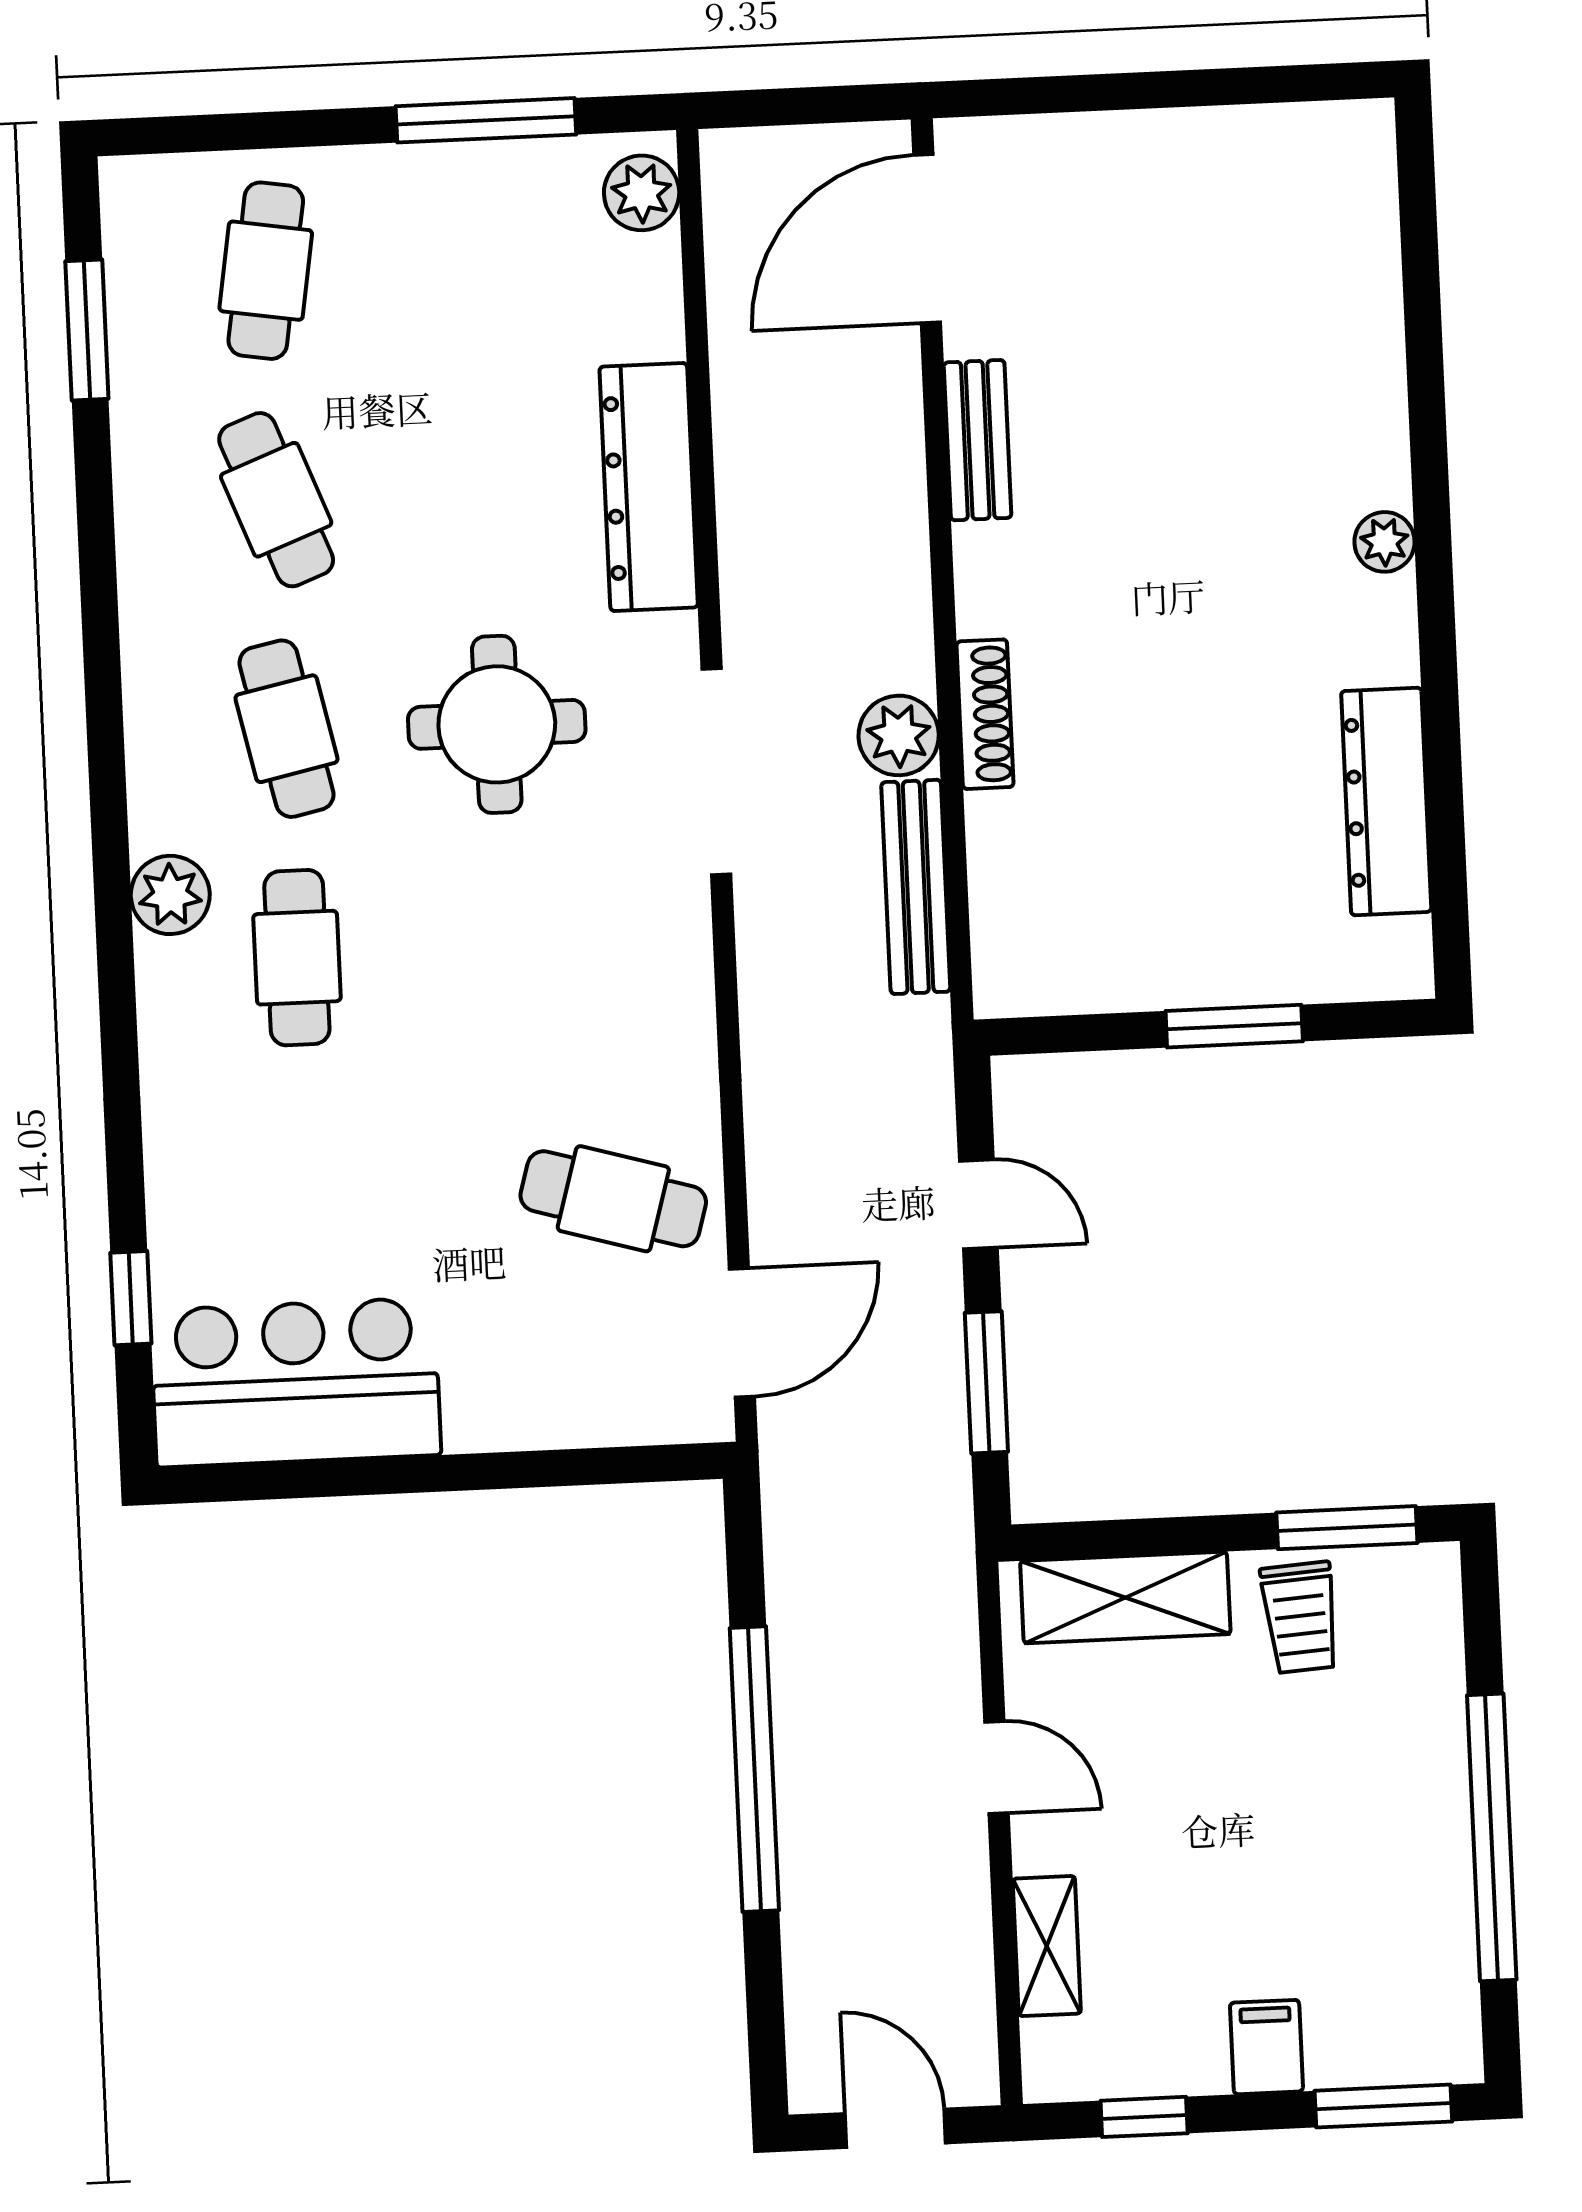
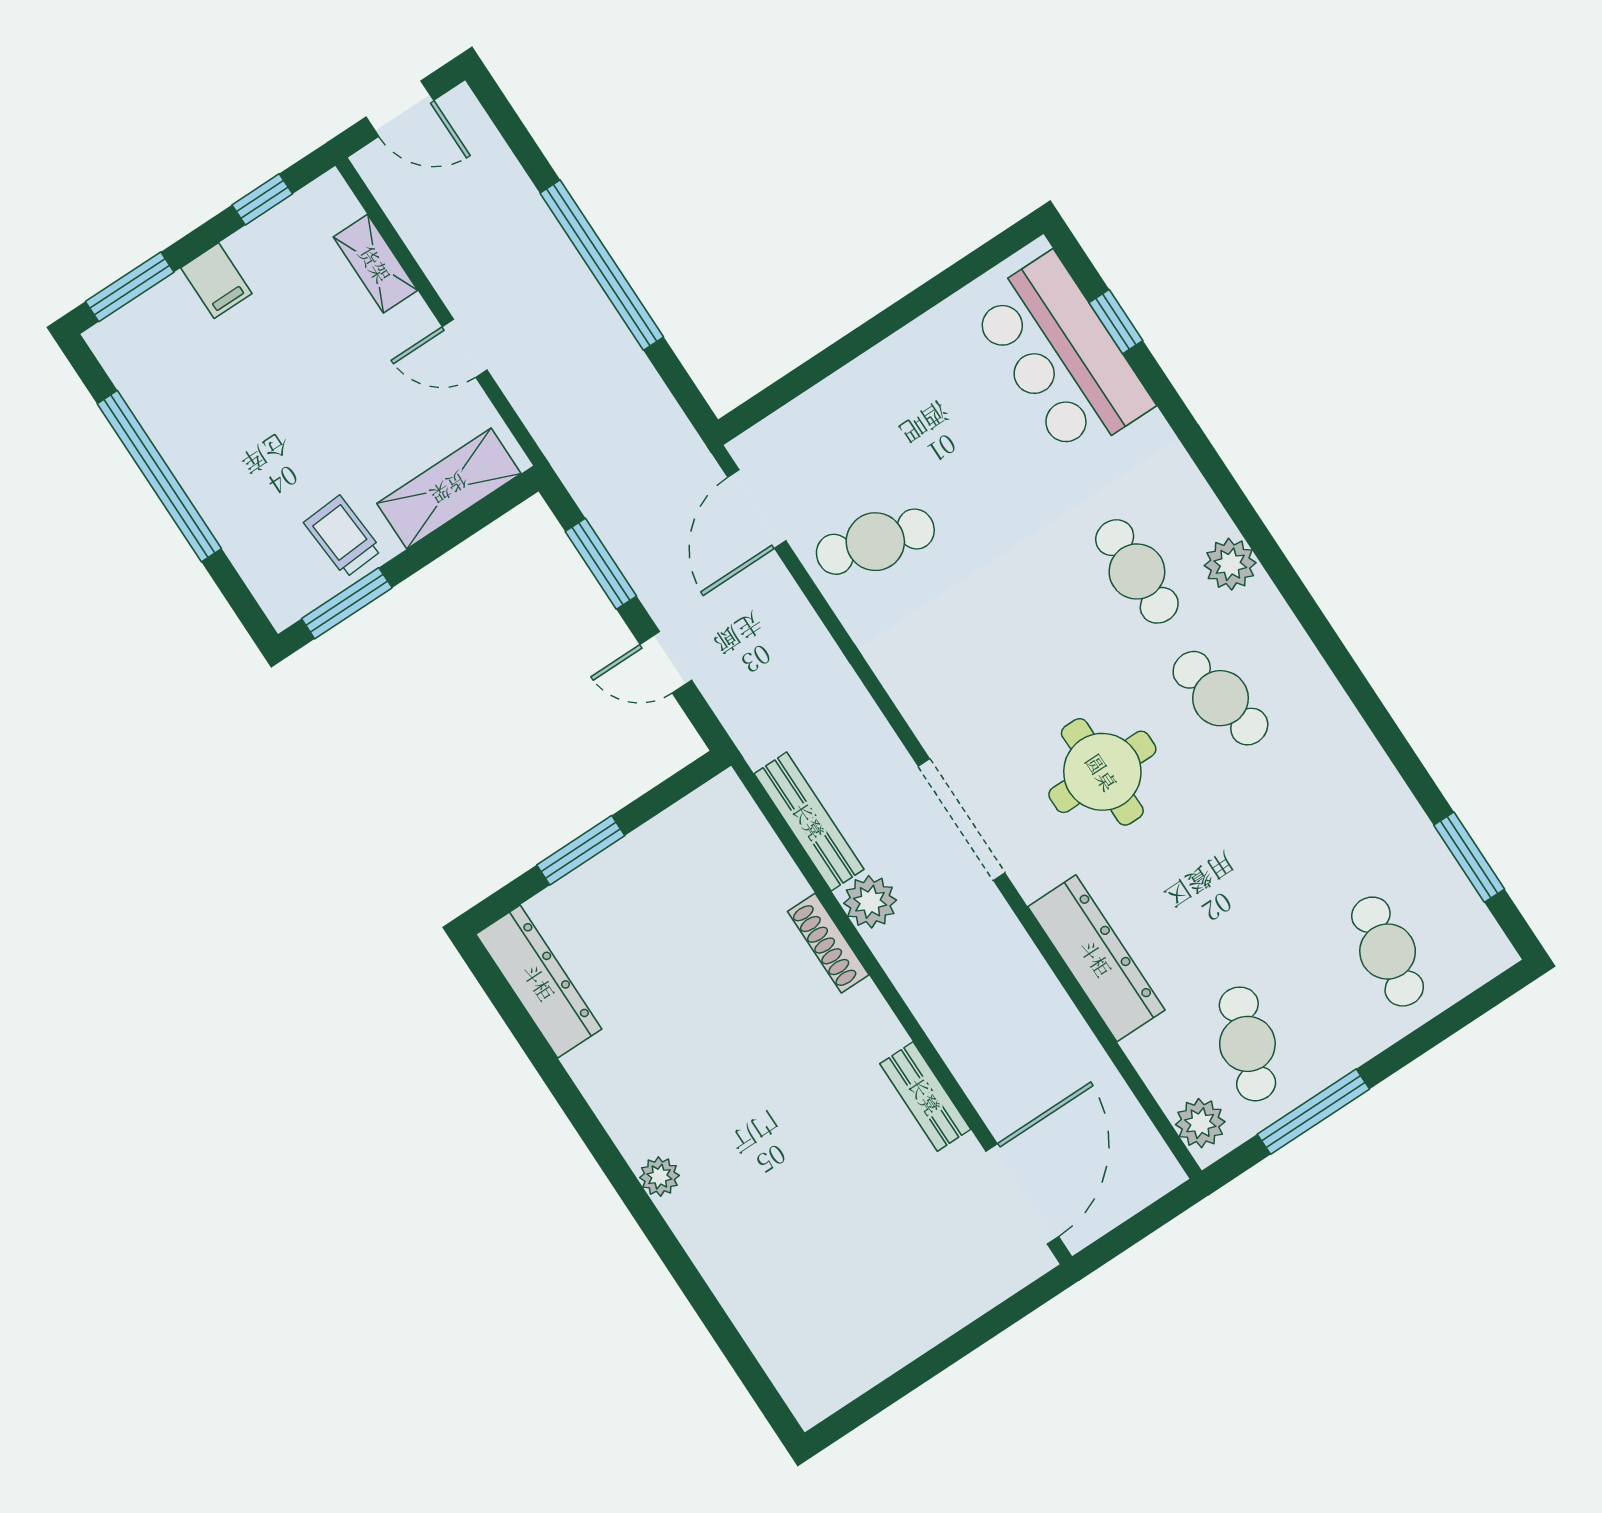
cafe table: (276, 500) -> (1247, 1044), moved, turned 42
dresser: (1386, 801) -> (539, 982), moved
bar counter: (296, 1382) -> (1061, 356), moved, turned 90

